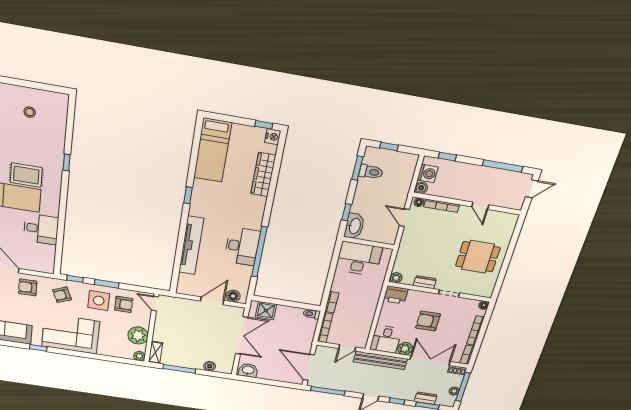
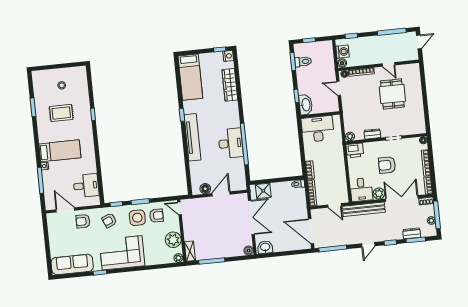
rug: (26, 175) -> (61, 113), moved
desk: (41, 229) -> (86, 186), moved
tv unit: (191, 245) -> (192, 137), moved
dining table: (478, 257) -> (392, 94), moved, turned 90
floor lamp: (233, 296) -> (205, 189), moved
door: (347, 348) -> (335, 205), hinge flipped
boiler: (210, 366) -> (249, 250), moved

